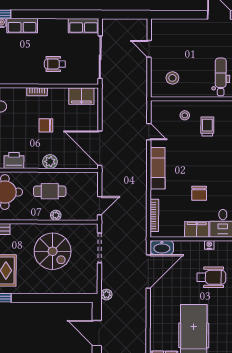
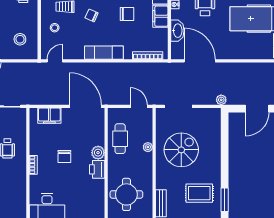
filing cabinet: (81, 96) -> (49, 116), moved, turned 90
door: (149, 132) -> (55, 61), moved
door: (100, 148) -> (85, 106), swing flipped
chair: (198, 155) -> (92, 15), added
printer: (14, 161) -> (97, 169), moved
cafe table: (50, 191) -> (120, 139), moved
washbasin: (162, 247) -> (177, 31), moved

